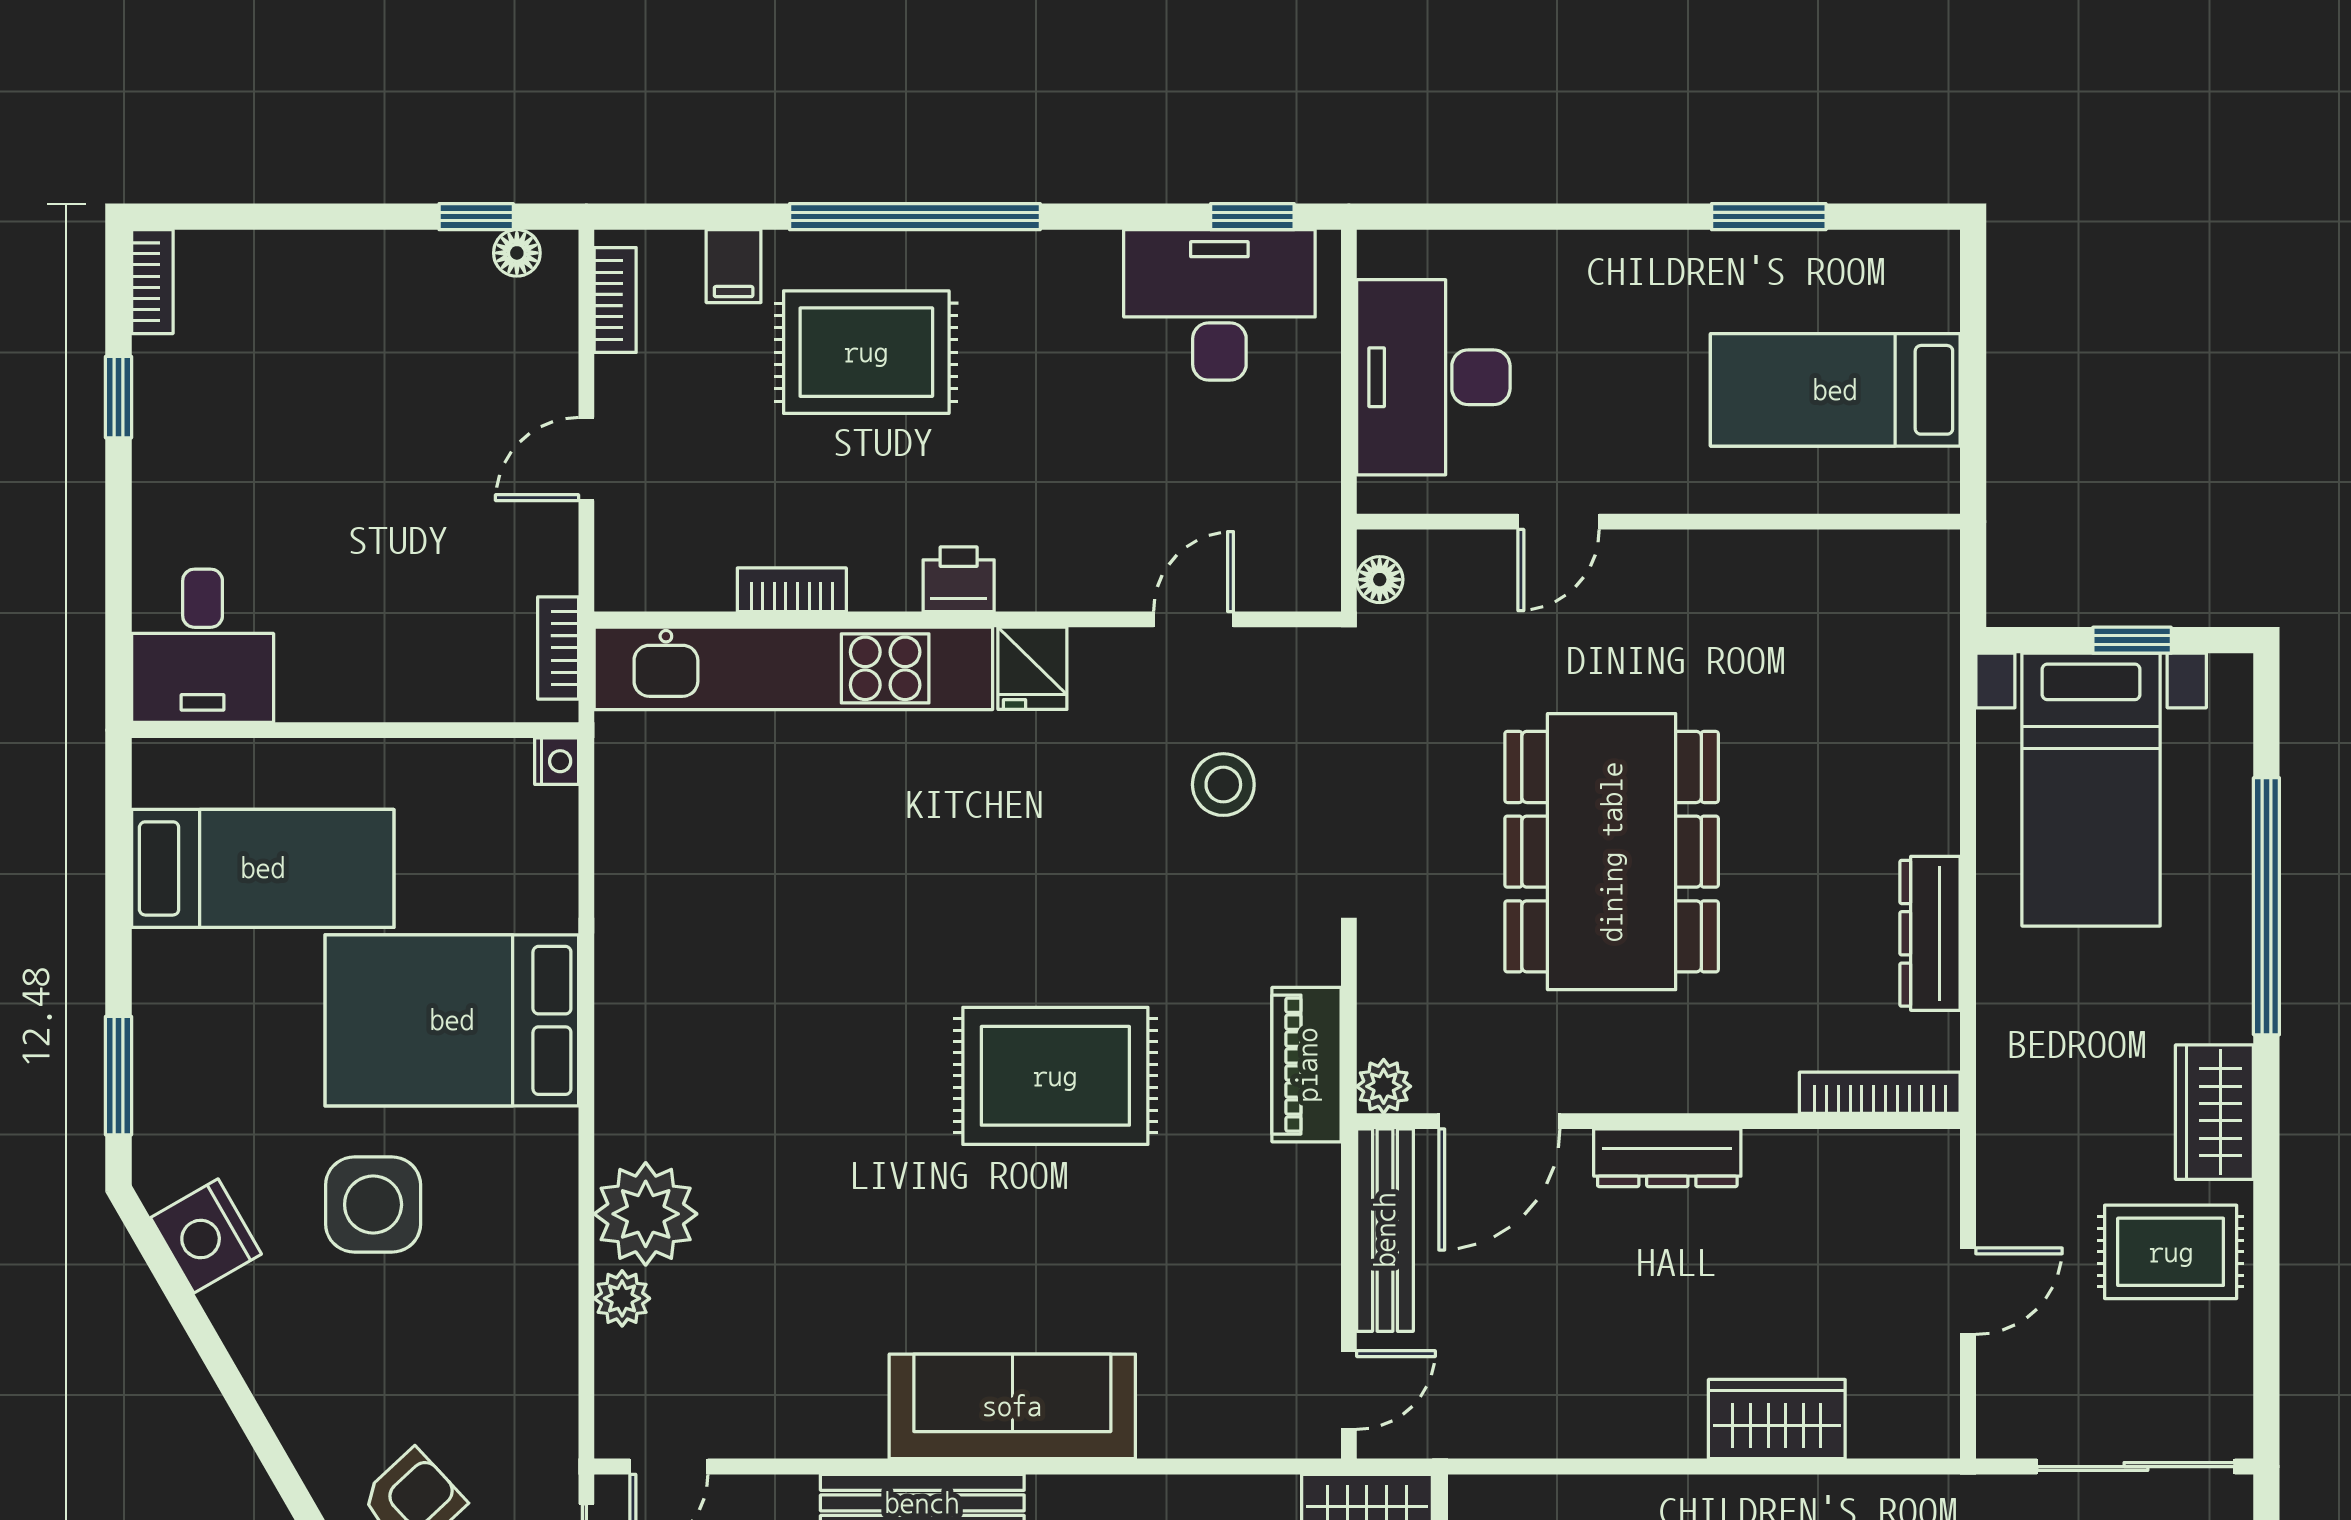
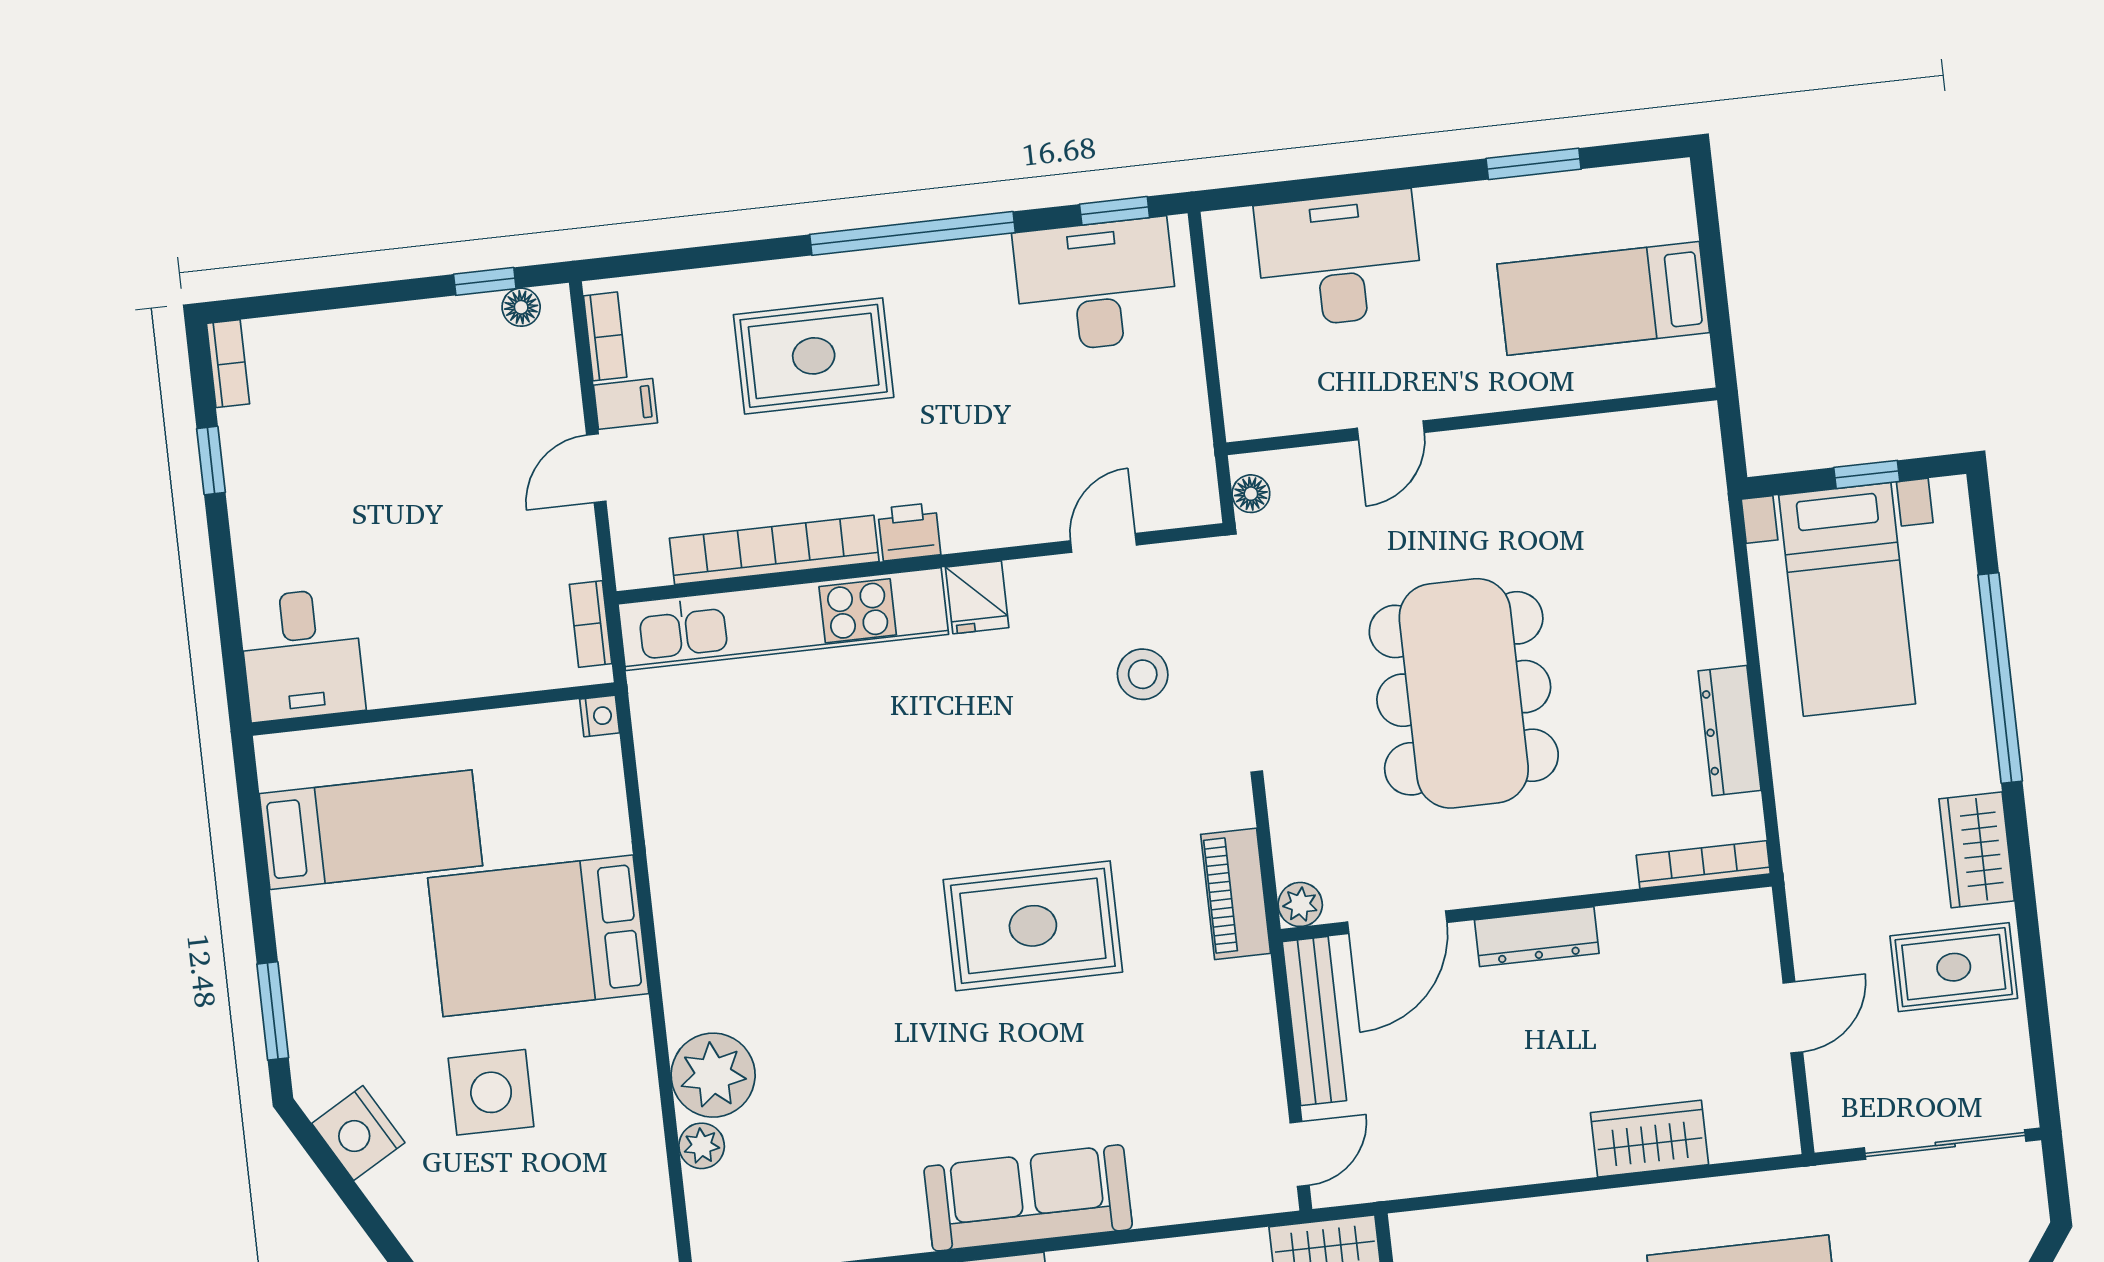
window: (915, 217) -> (912, 233), moved
filing cabinet: (734, 266) -> (625, 404), moved, turned -90
desk: (1433, 377) -> (1339, 259), moved, turned 90
bookcase: (792, 590) -> (774, 550), width x2.31, depth x1.31

